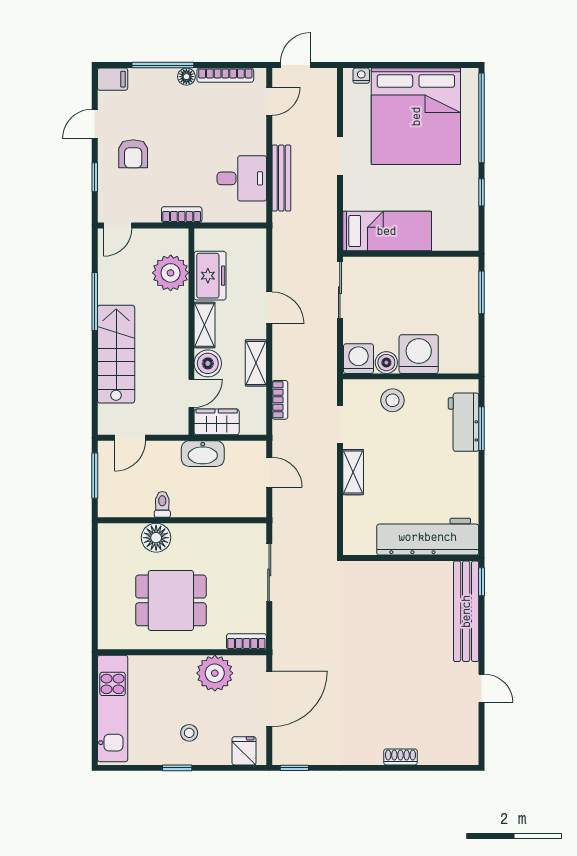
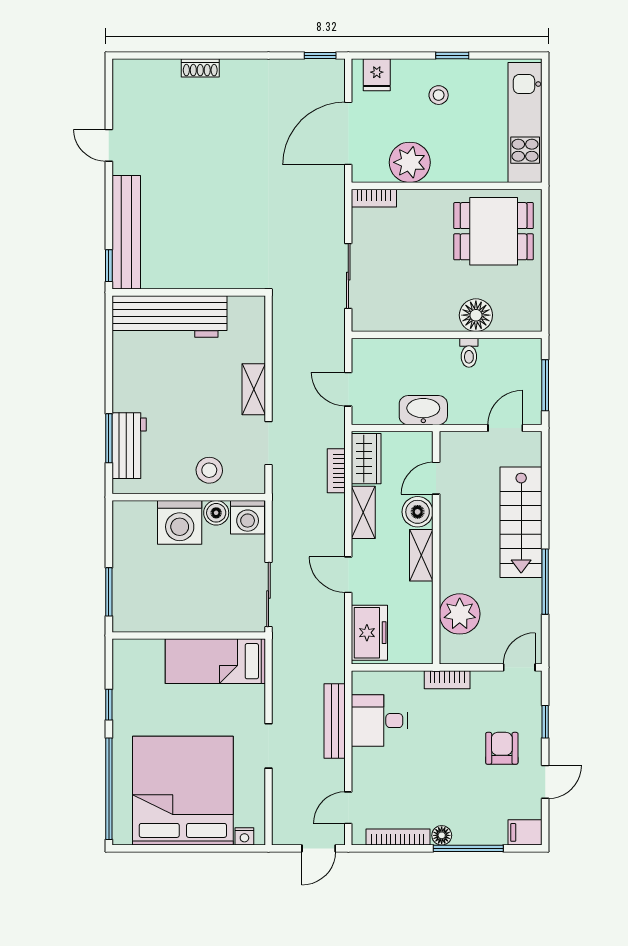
freezer: (210, 276) -> (369, 633), moved, turned 180
wardrobe: (217, 422) -> (366, 459), moved, turned -90
dining table: (171, 600) -> (494, 231), moved

